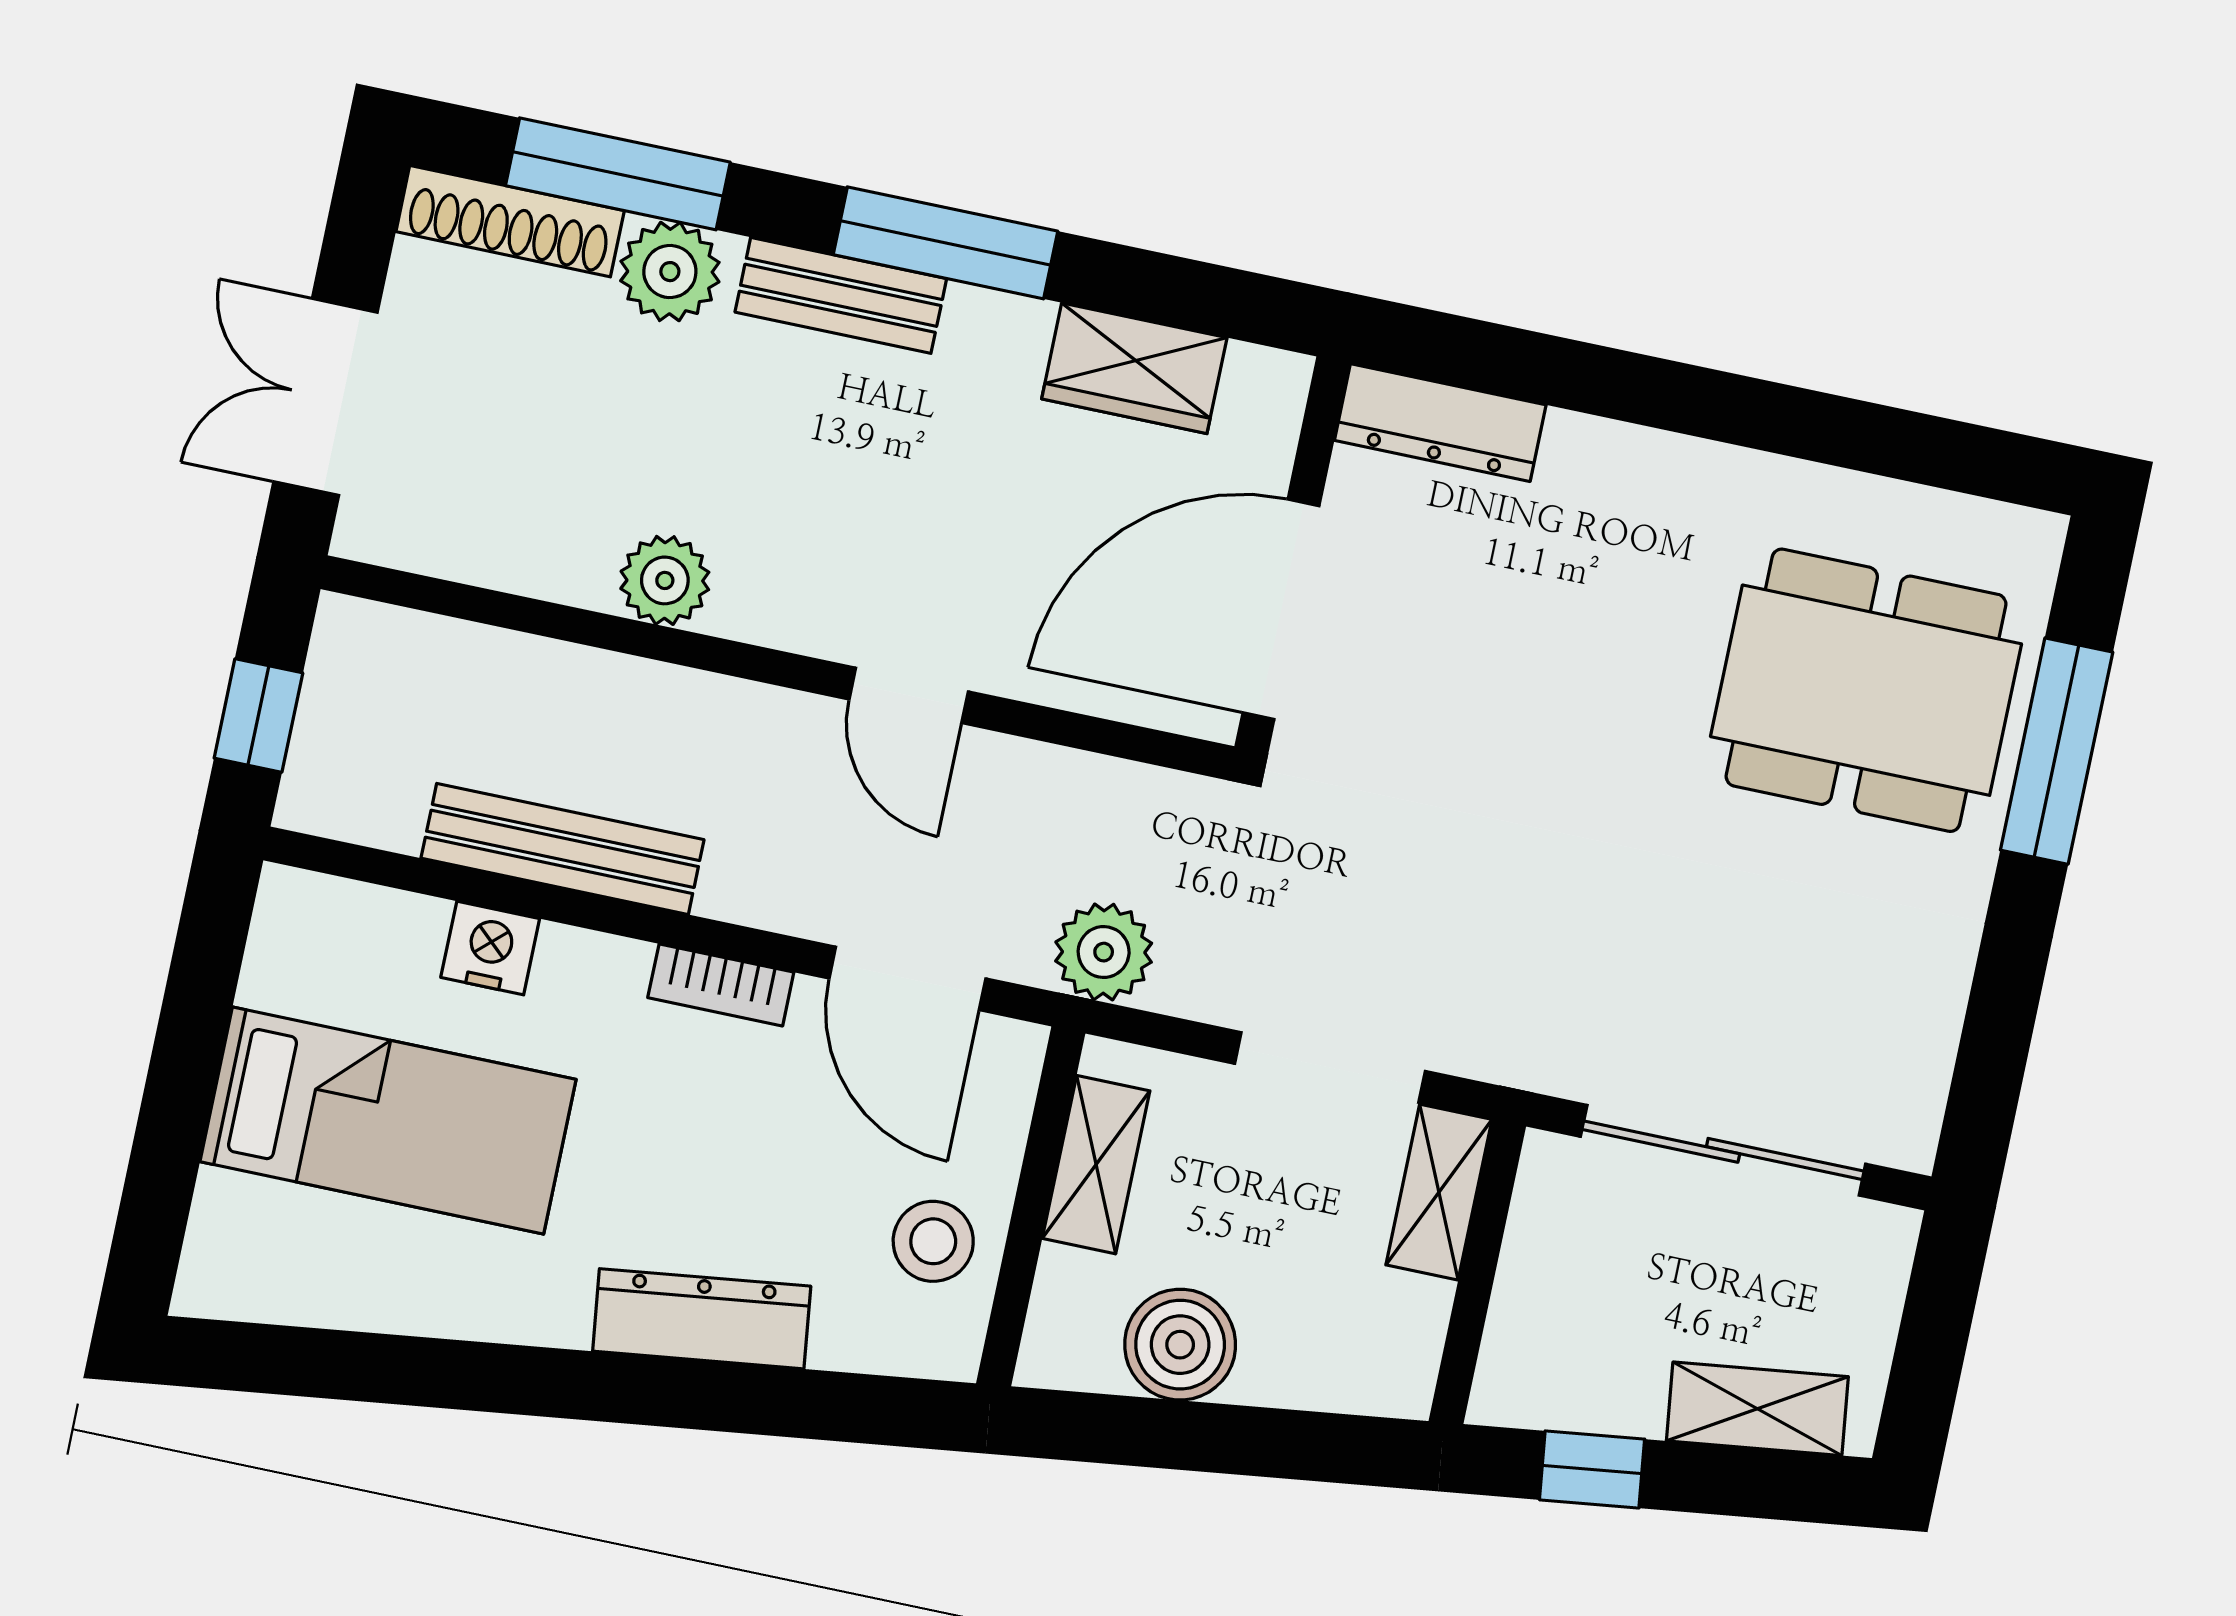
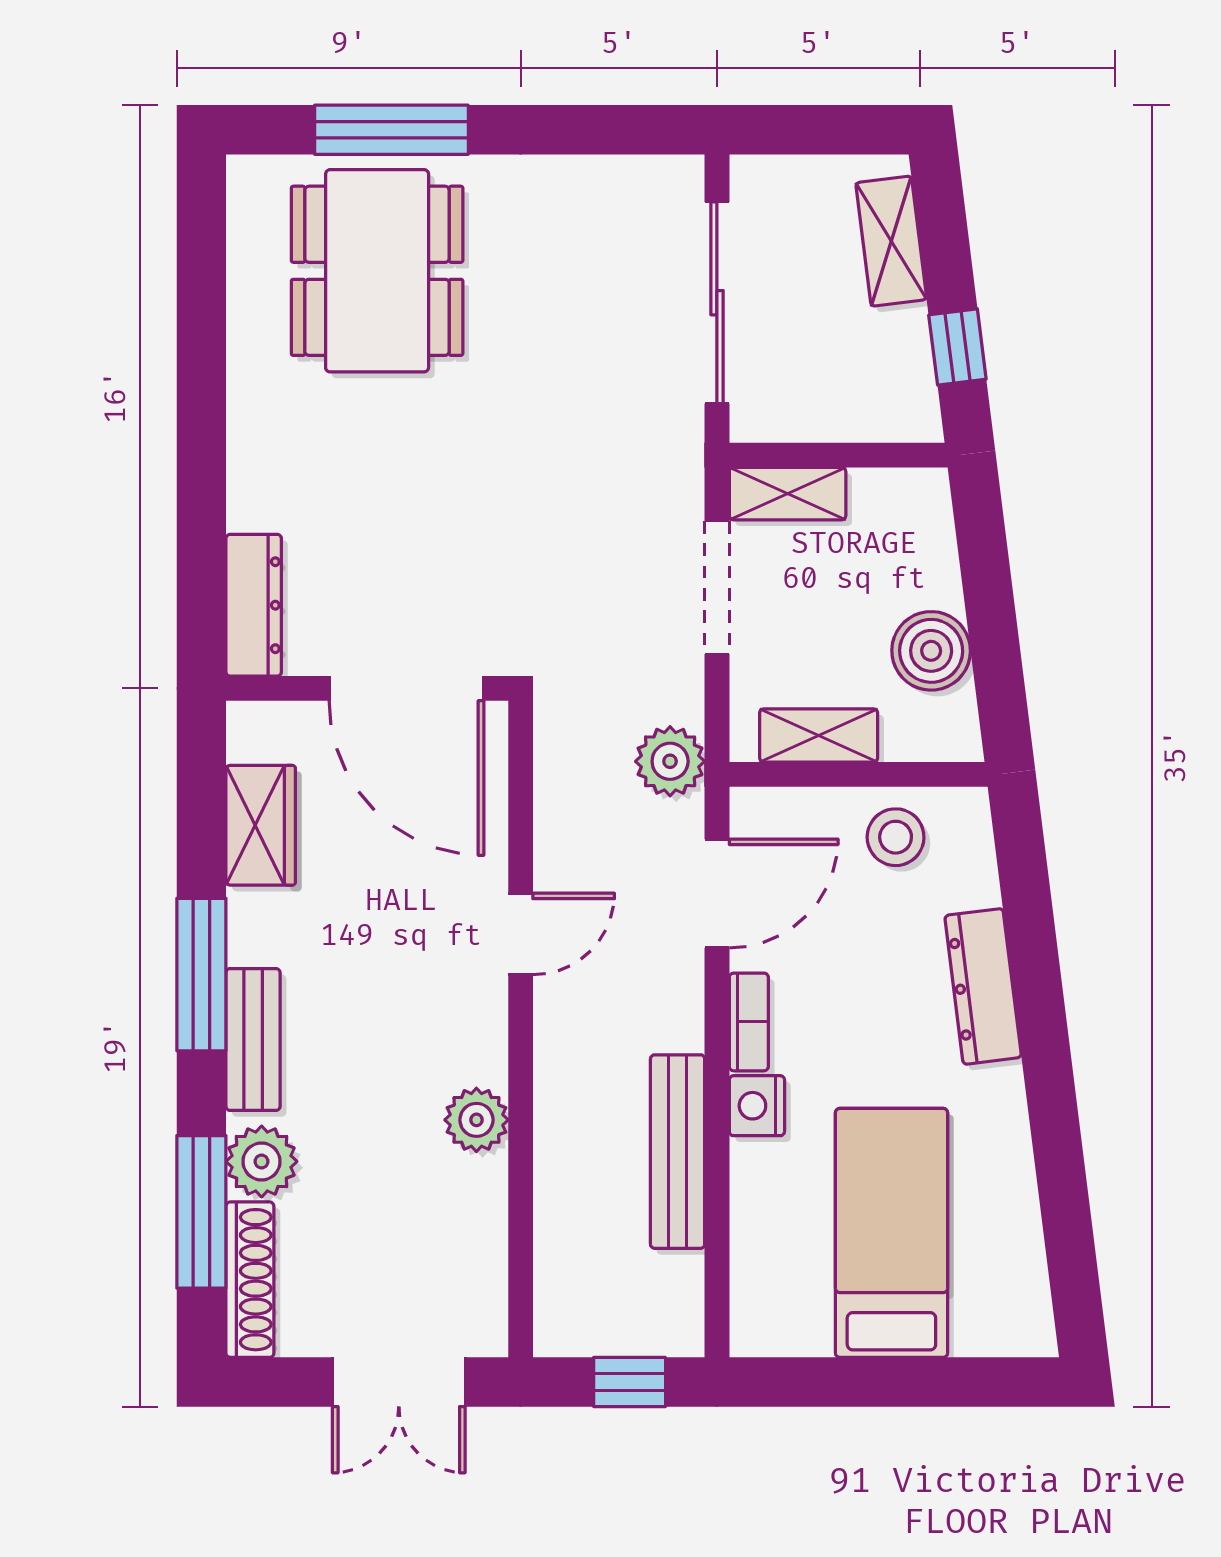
nightstand: (490, 948) -> (757, 1106), moved

